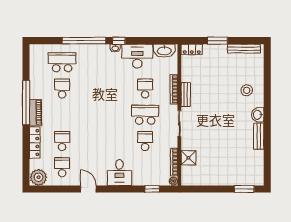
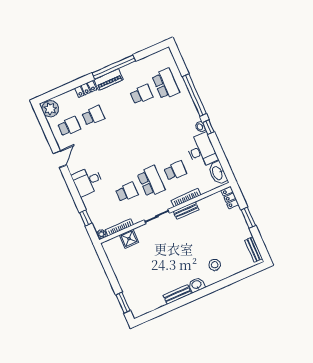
bench: (244, 49) -> (254, 249), width x0.73
locker: (35, 143) -> (86, 89), width x0.66

